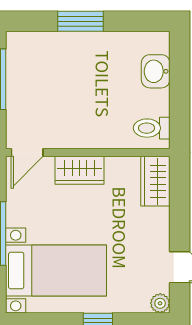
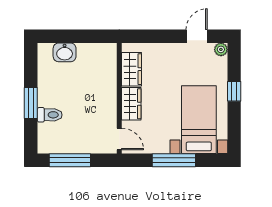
toilet: (152, 128) -> (50, 115), moved, turned -90
wardrobe: (155, 181) -> (132, 69), moved, turned -90

